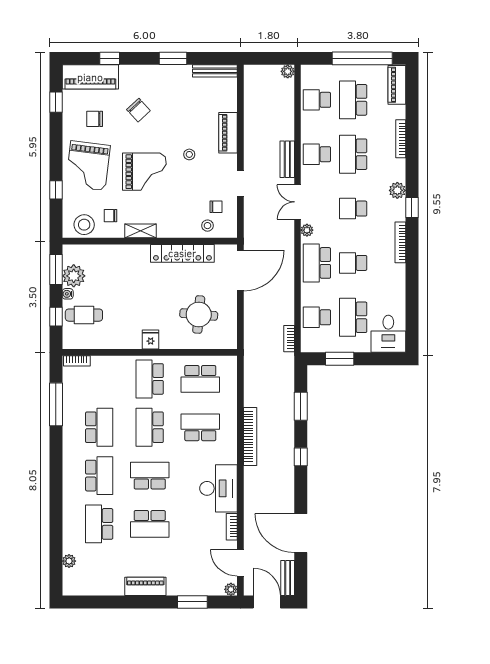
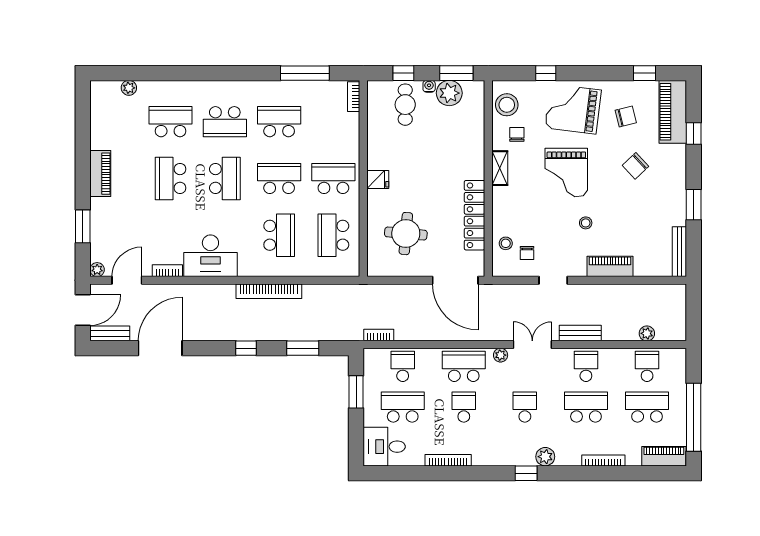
plant: (288, 71) -> (647, 333), moved
chair: (95, 119) -> (626, 116), turned 76
bookcase: (400, 242) -> (448, 460), moved
school desk: (99, 427) -> (279, 122), turned 180

